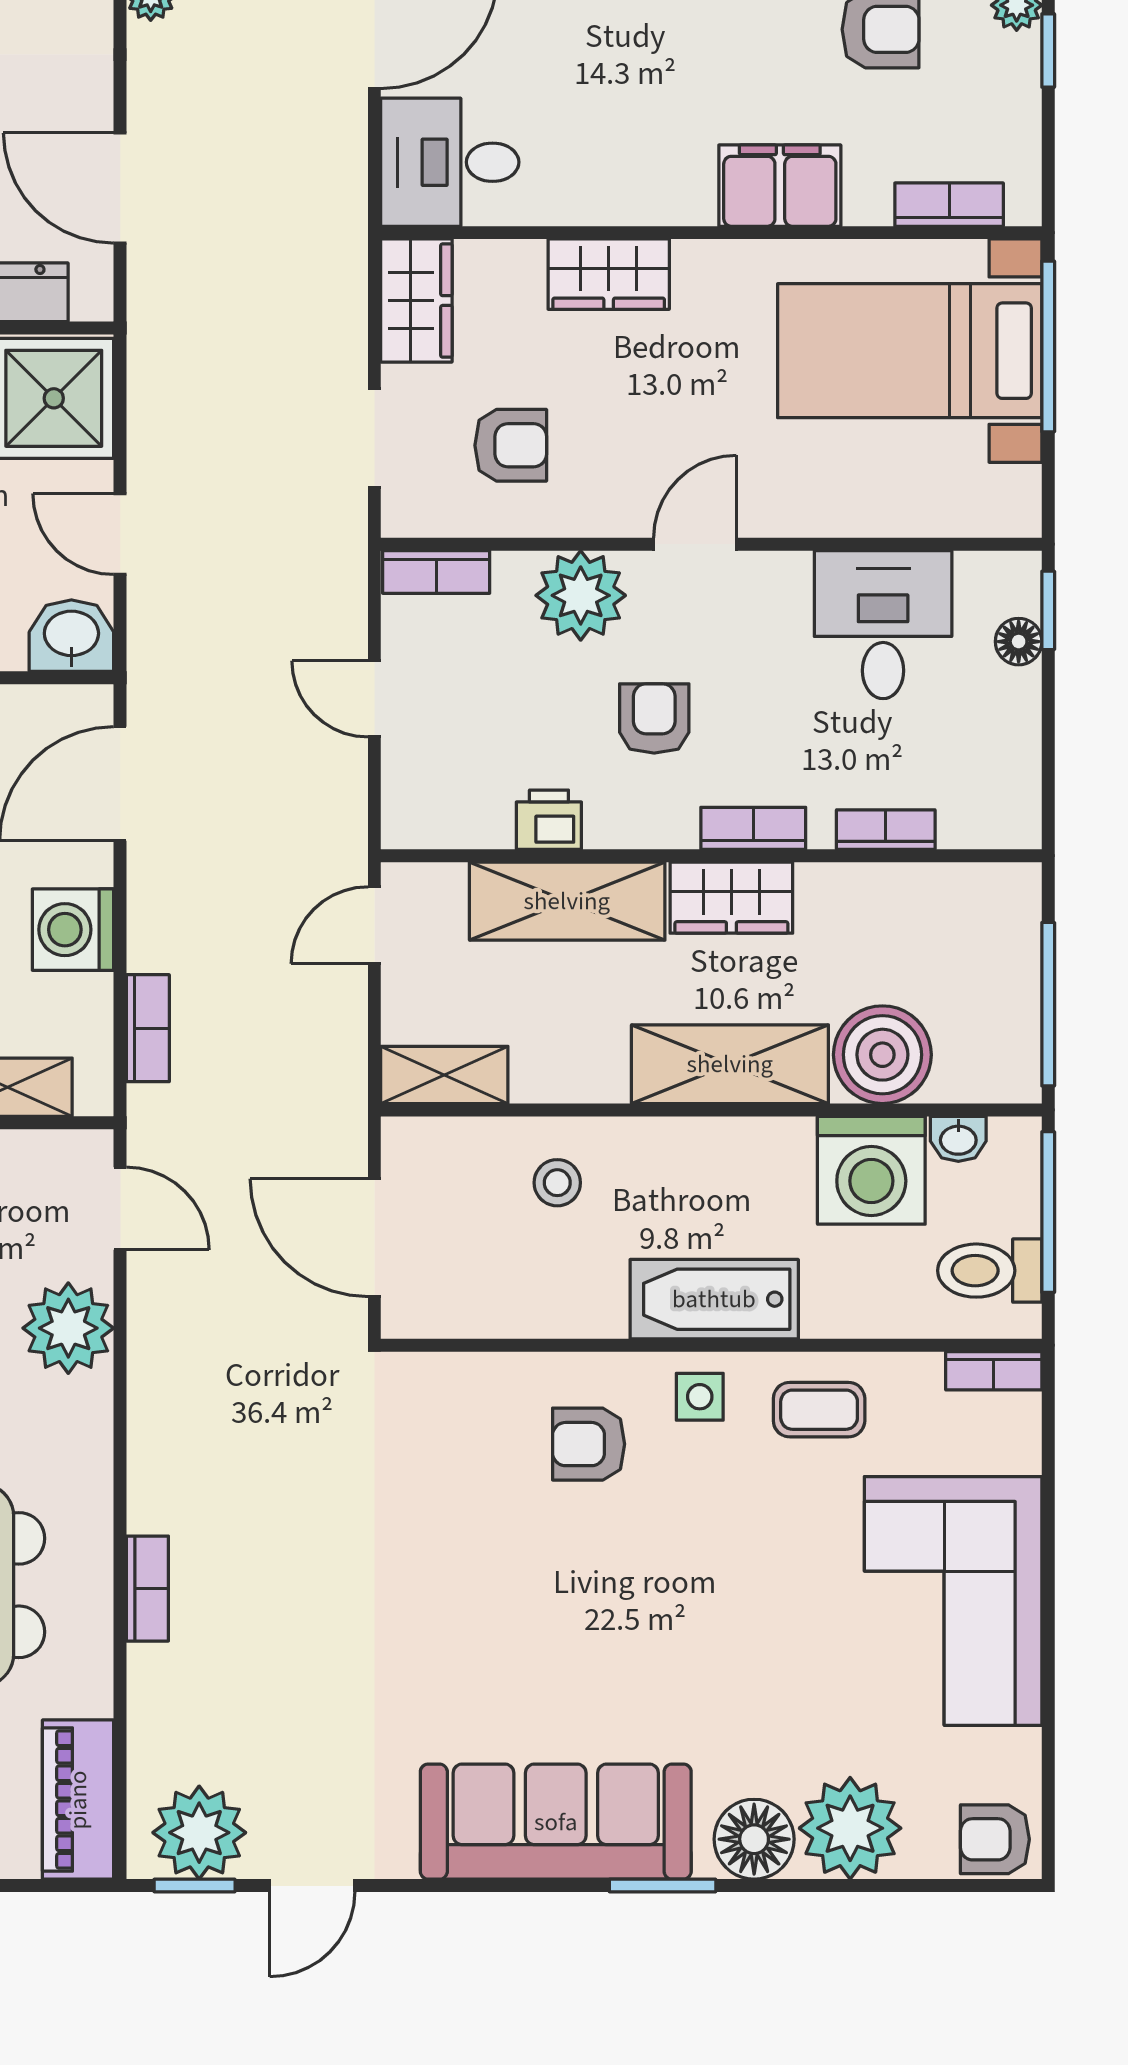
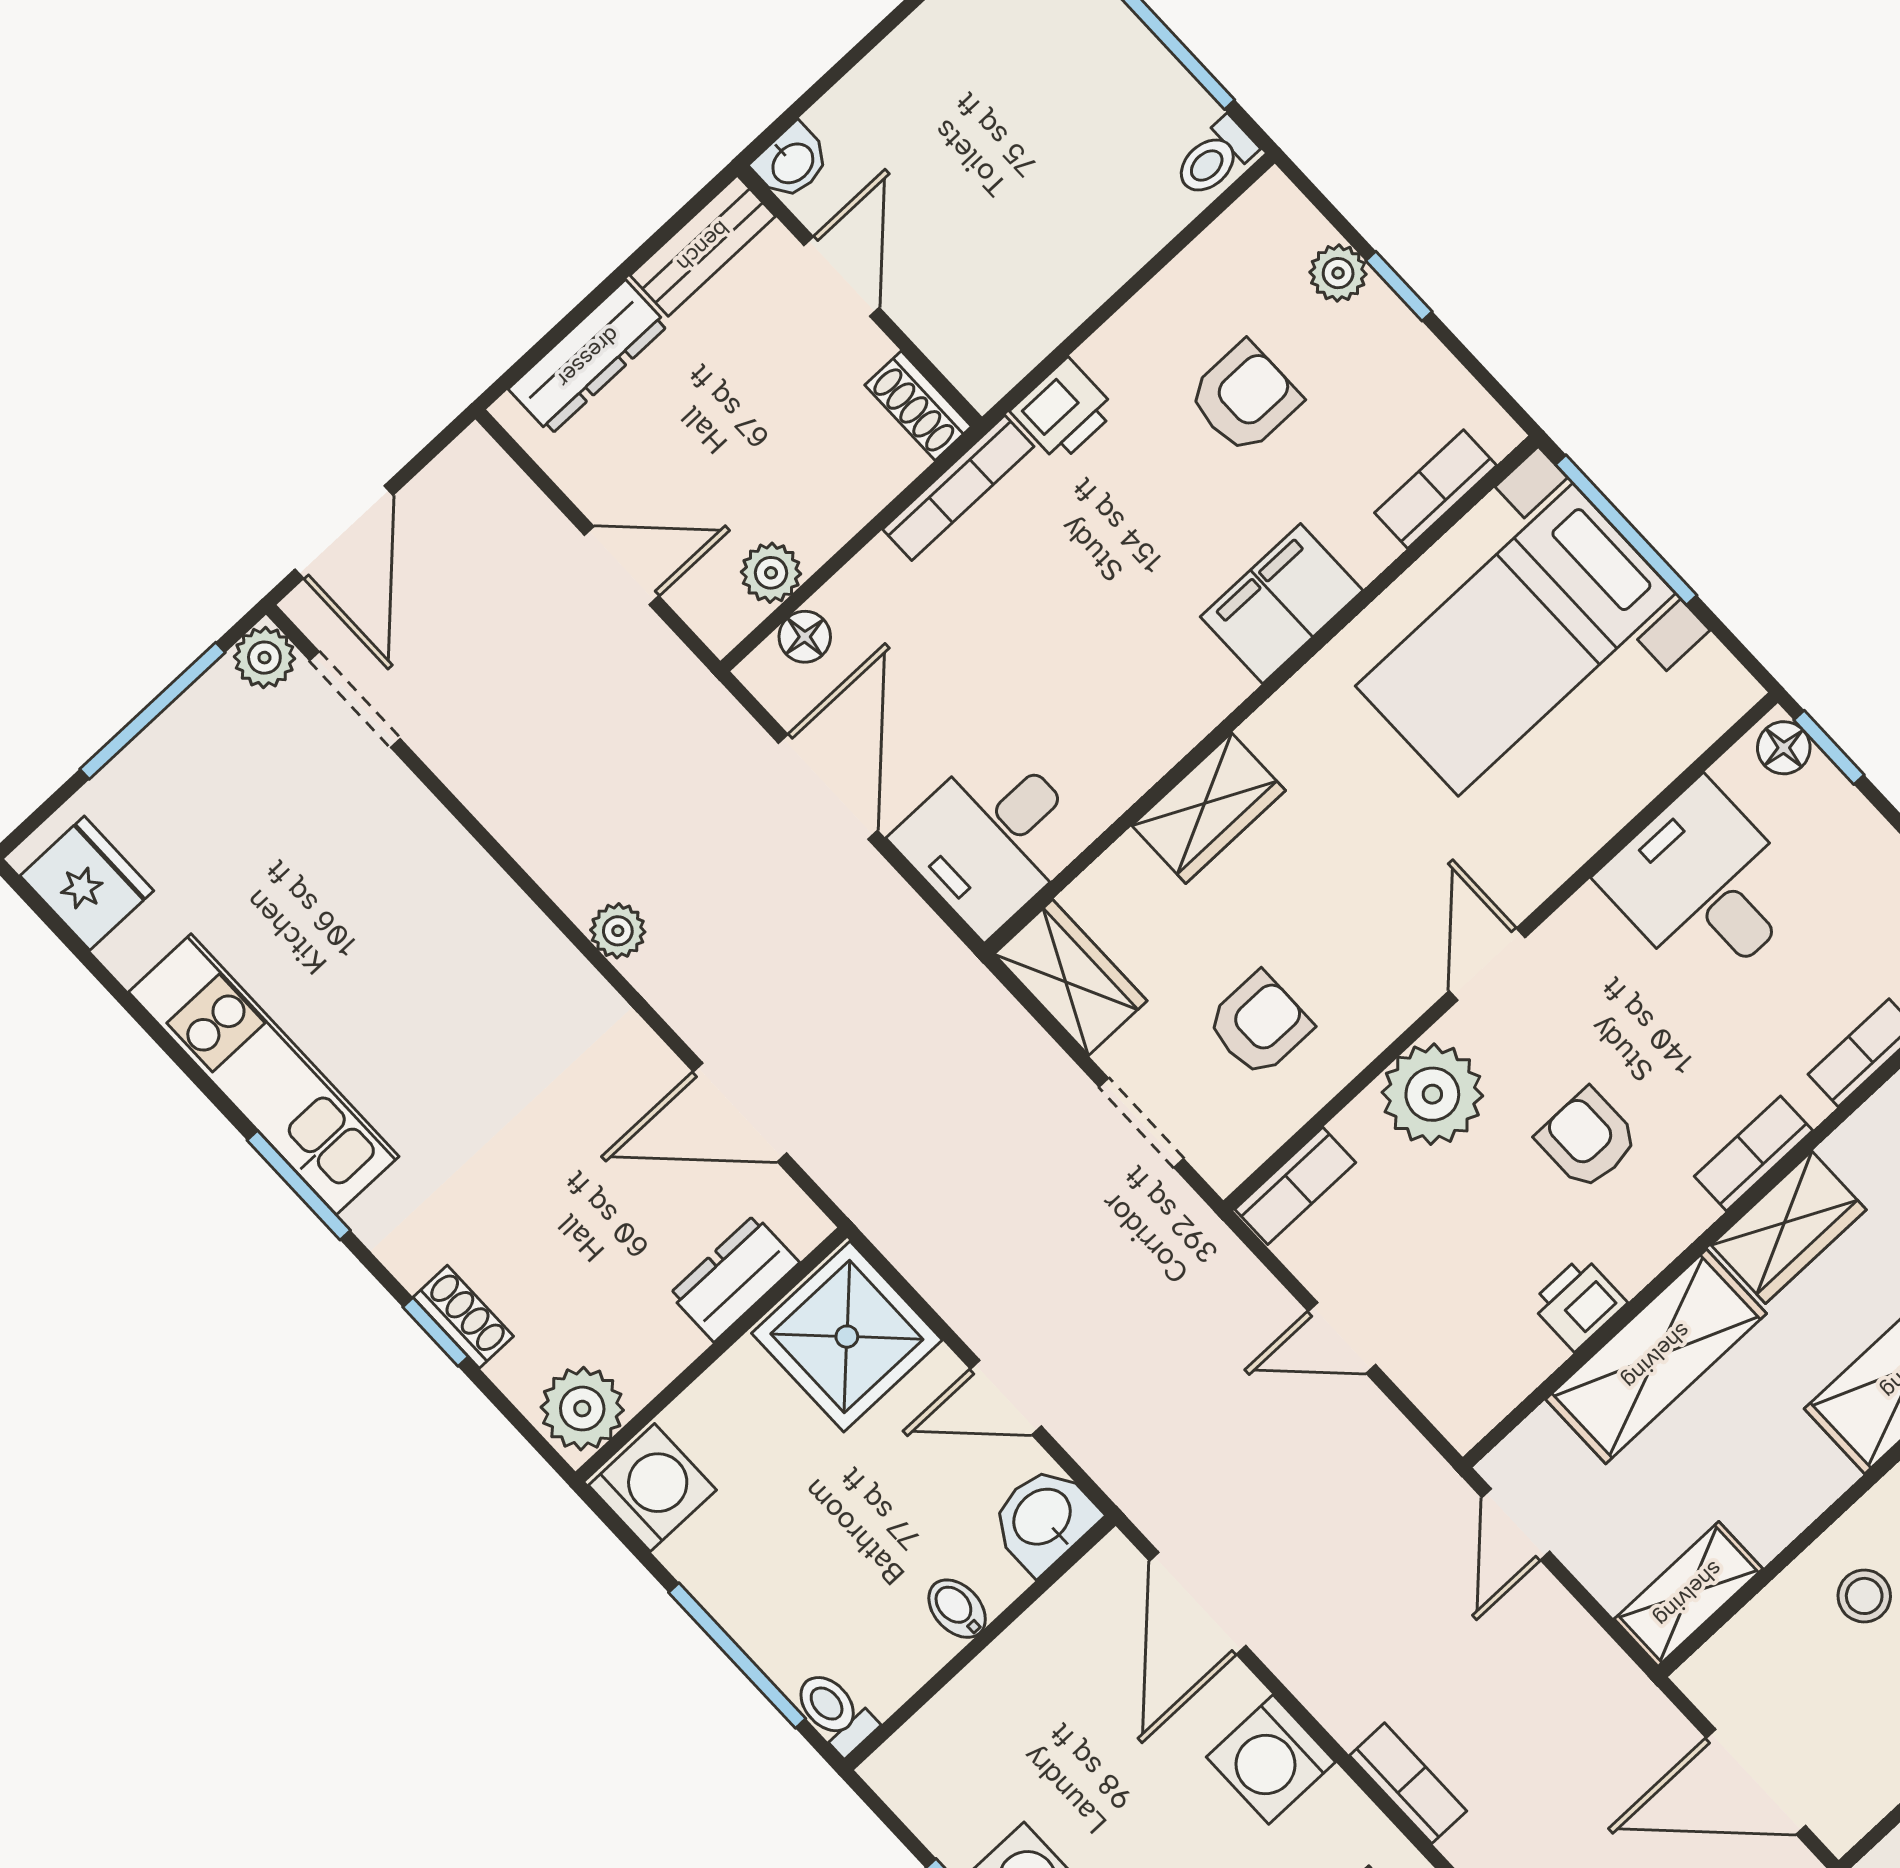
floor lamp: (1019, 642) -> (1784, 748), moved

